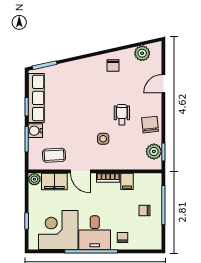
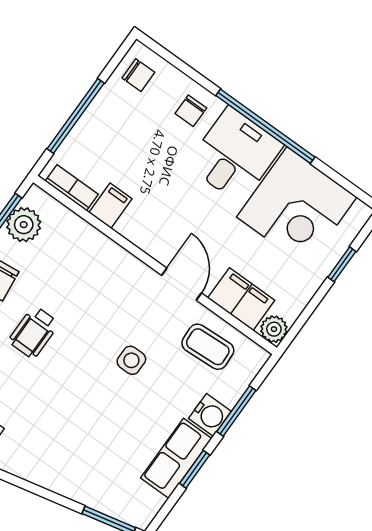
row of seats: (36, 98) -> (176, 458), width x0.68
side table: (103, 139) -> (131, 360), moved
bookcase: (108, 178) -> (72, 188), moved
chair: (144, 211) -> (138, 75), moved

